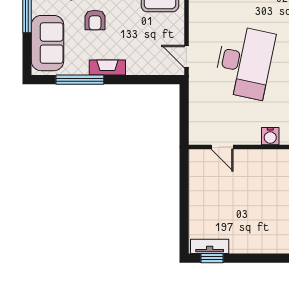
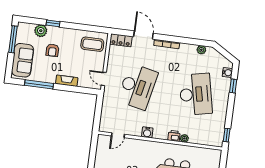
fireplace: (107, 68) -> (67, 81), moved
door: (222, 147) -> (118, 135), hinge flipped

